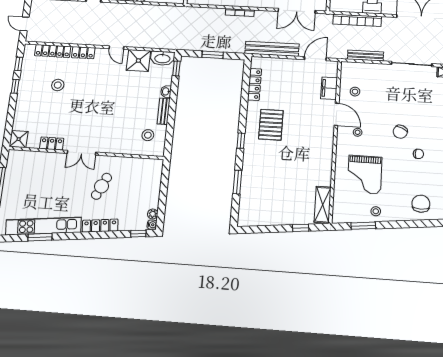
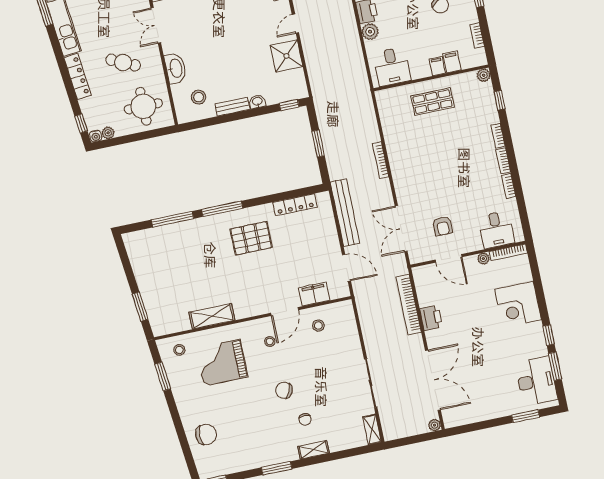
bench: (365, 56) -> (366, 326), removed
washbasin: (162, 58) -> (176, 68), moved, turned 180
window: (241, 141) -> (222, 209), width x2.17
chair: (418, 154) -> (305, 419), moved
round table: (141, 180) -> (143, 106), added
window: (237, 182) -> (172, 219), width x1.44
shelving: (323, 205) -> (212, 316), moved
stool: (376, 211) -> (179, 350), moved
window: (301, 228) -> (140, 307), width x1.50

